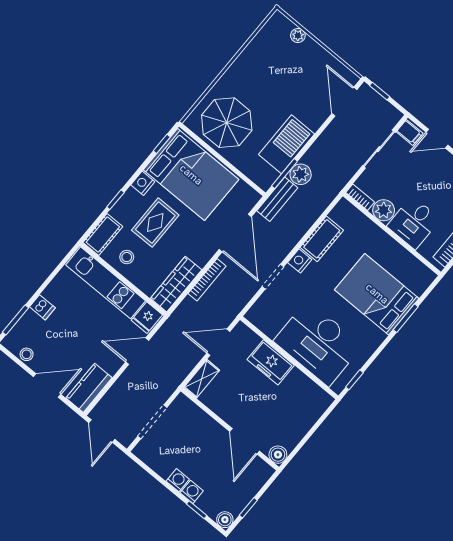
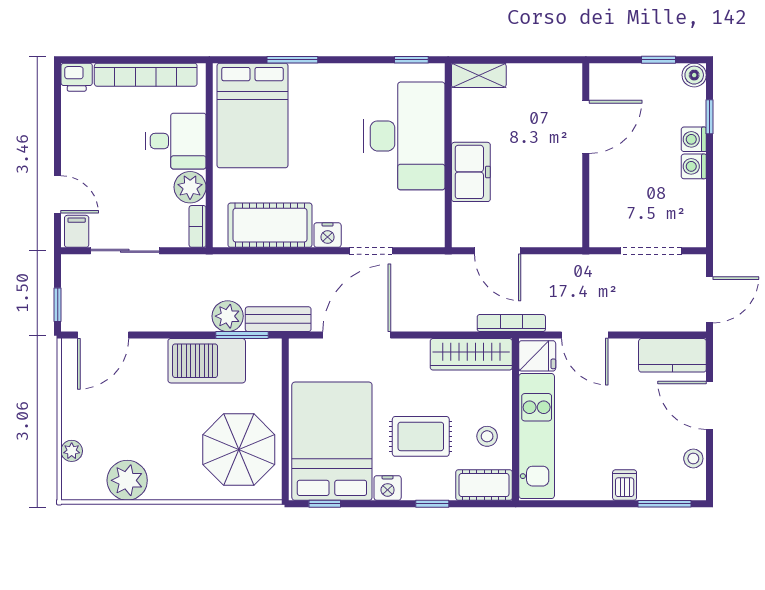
plant: (259, 52) -> (127, 480), added
cot: (322, 239) -> (270, 225), width x1.37, depth x1.34
bookcase: (207, 280) -> (511, 323), moved
bed: (377, 294) -> (252, 115), moved
shelving: (202, 379) -> (479, 75), moved
boiler: (278, 455) -> (569, 76), removed

